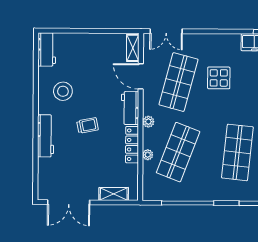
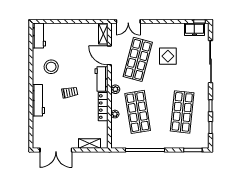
shop shelf: (178, 152) -> (138, 112), turned -30

